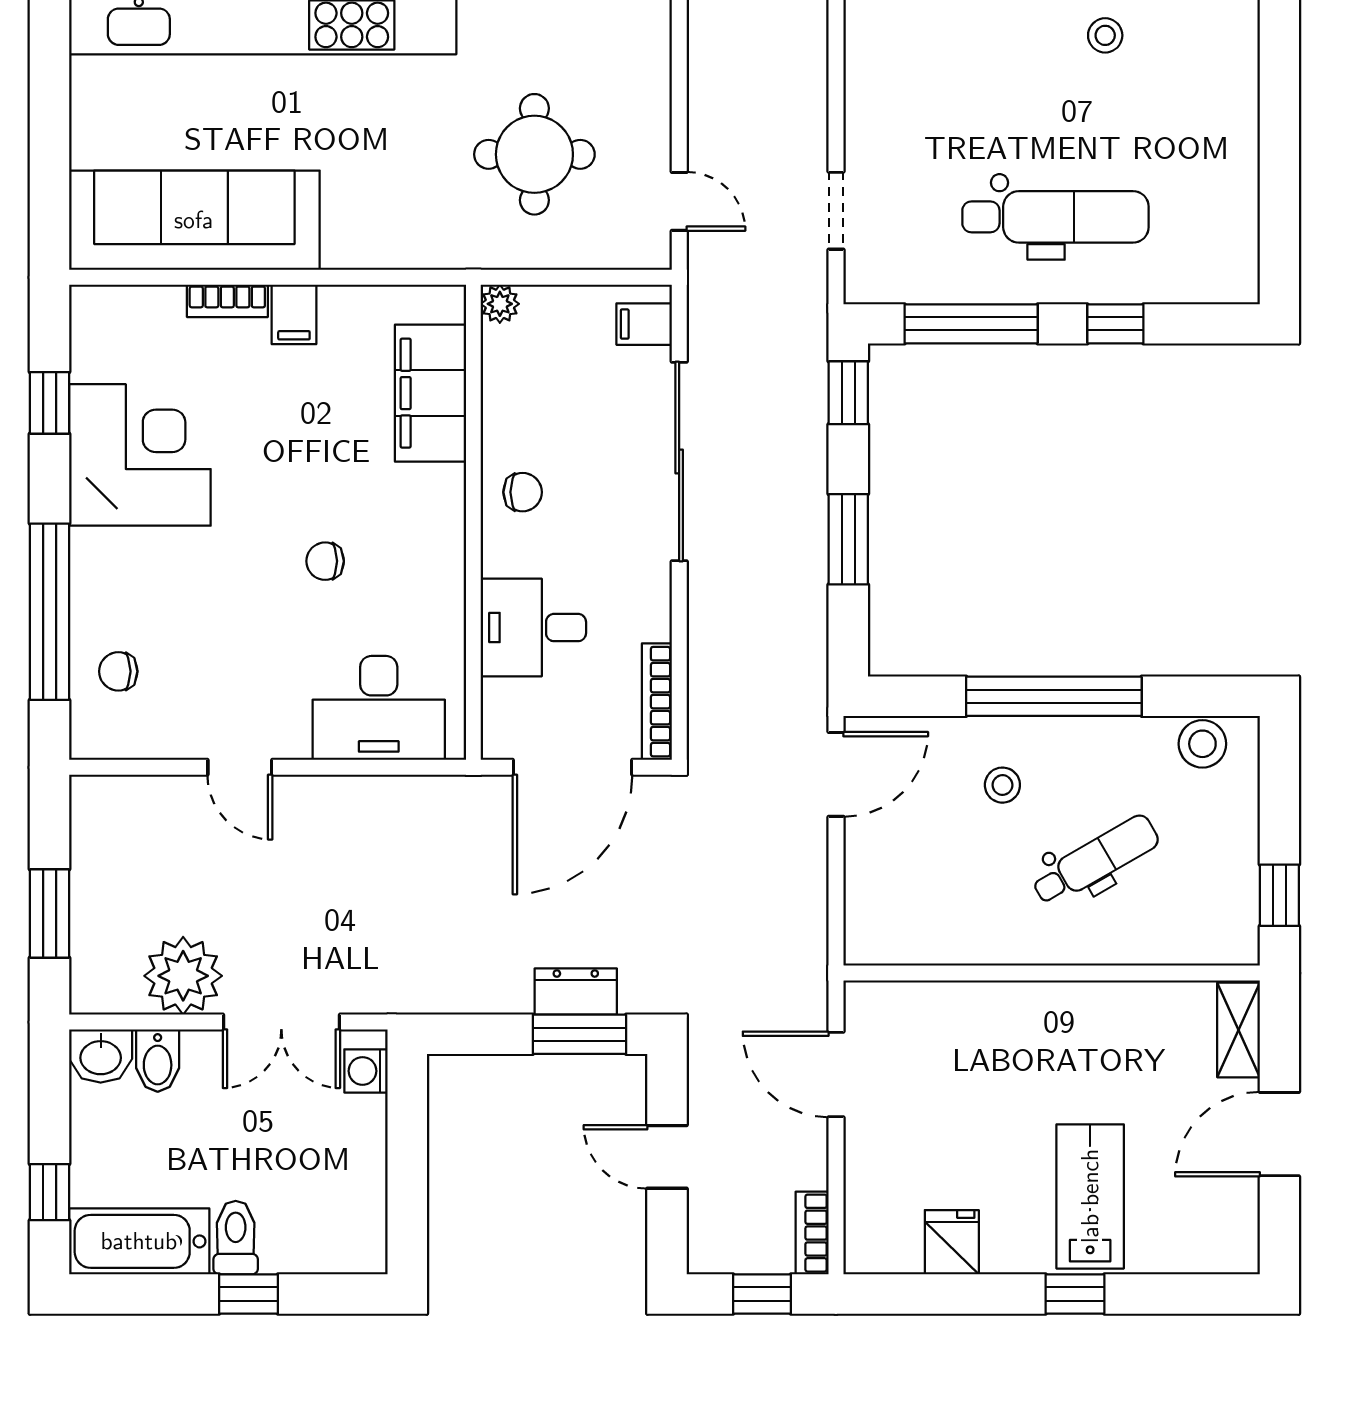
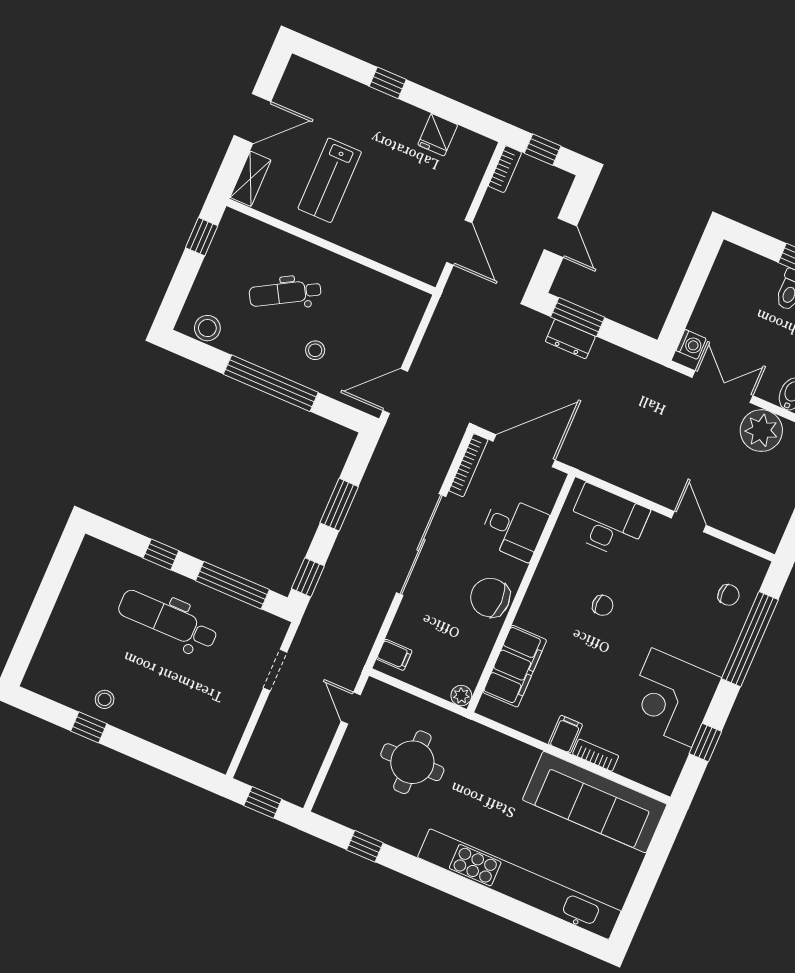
sliding door: (679, 461) -> (421, 545), moved
chair: (523, 492) -> (490, 598), width x1.87, depth x1.87
lab bench: (1090, 1196) -> (330, 180), moved

